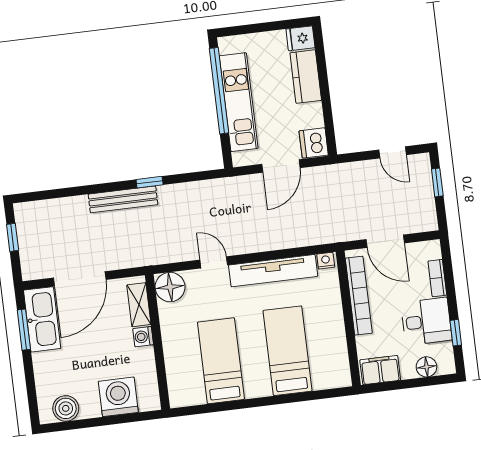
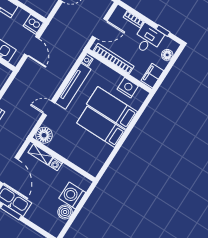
nightstand: (334, 349) -> (128, 88), added
bed: (221, 361) -> (101, 127), moved
boiler: (66, 408) -> (65, 212), moved

